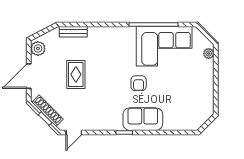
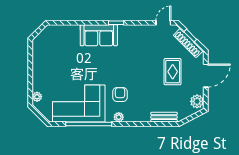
plant: (121, 32) -> (119, 117), added
rug: (76, 74) -> (173, 72), moved
armchair: (139, 83) -> (120, 94), moved

